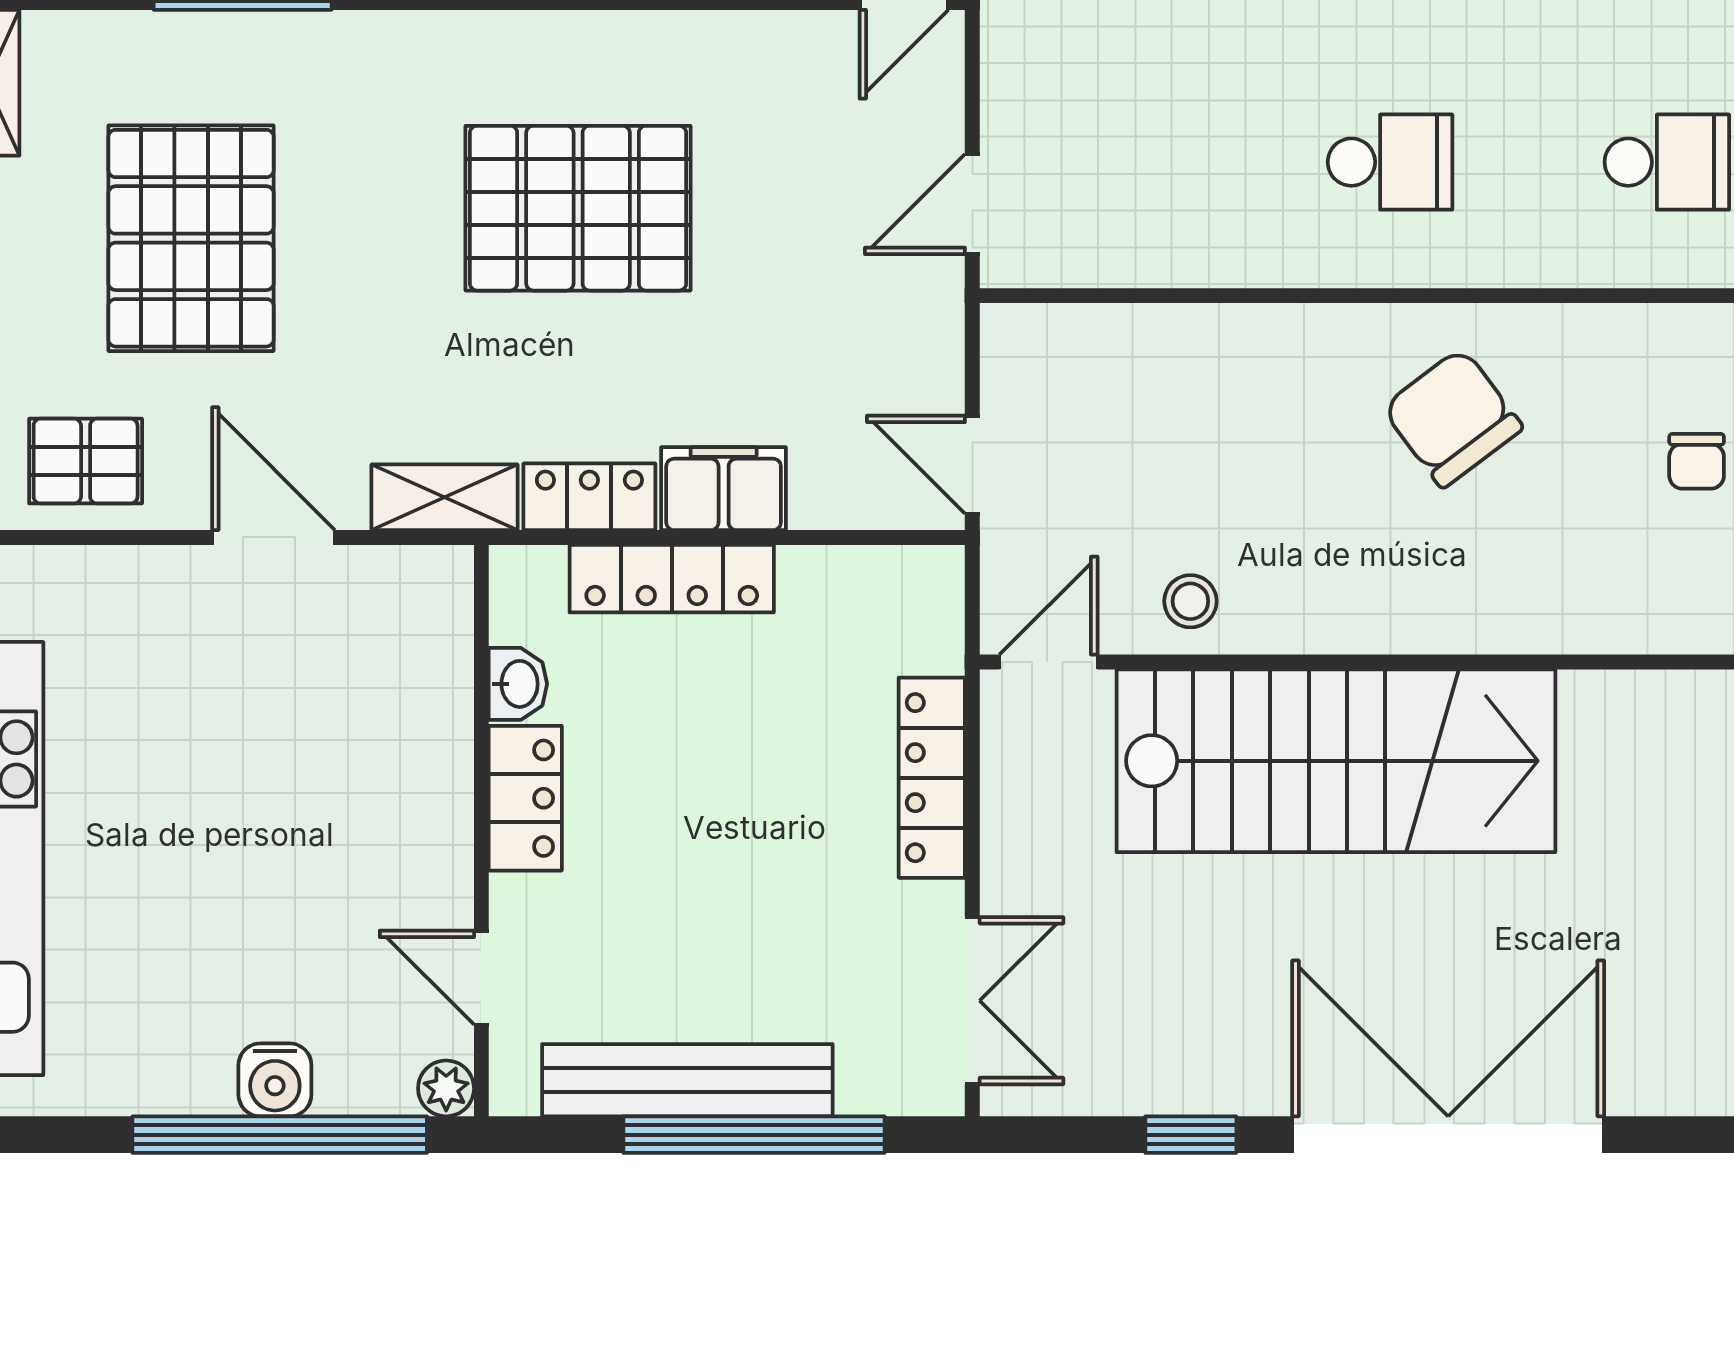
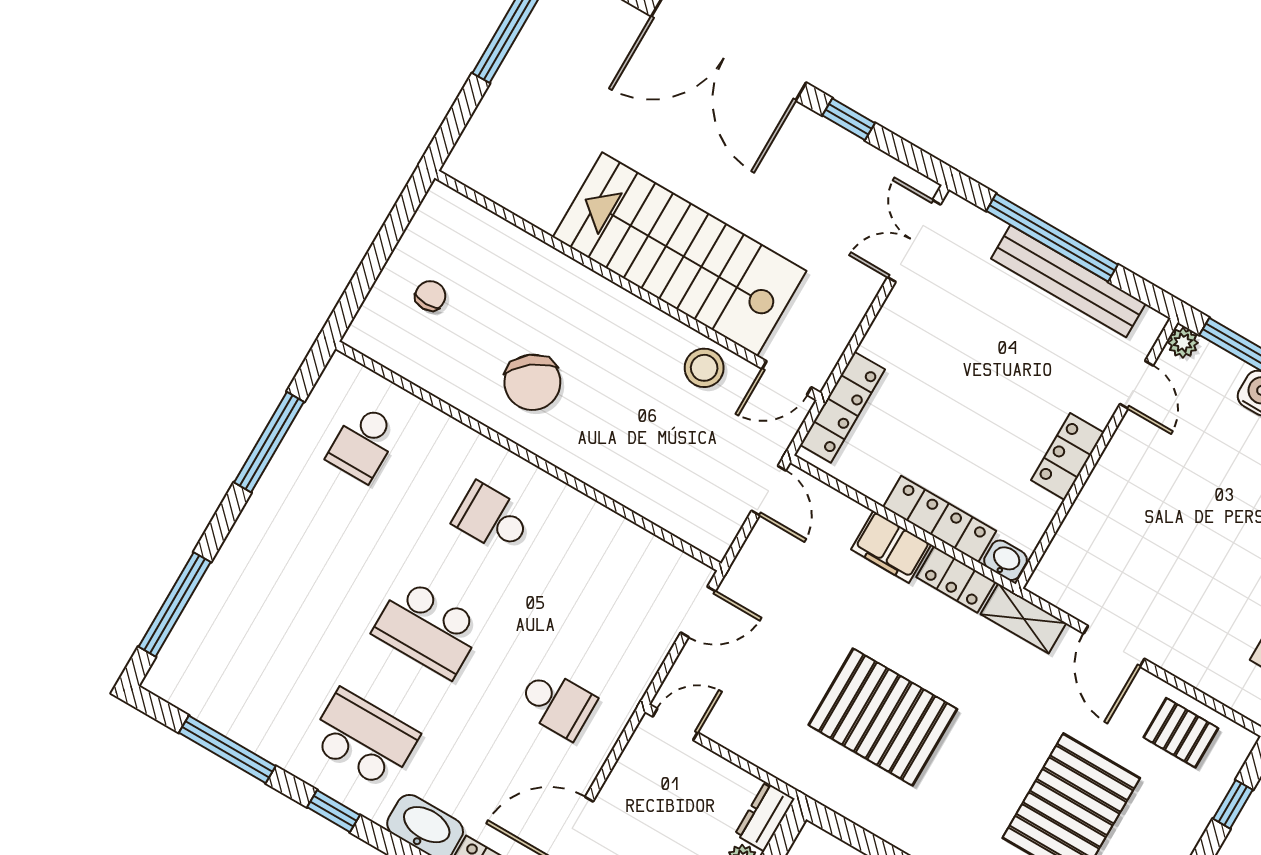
school desk: (1667, 162) -> (363, 443), turned -90
stool: (1190, 601) -> (704, 368), width x1.37, depth x1.37
washbasin: (518, 684) -> (1005, 560), moved, turned 90
locker: (932, 778) -> (843, 407), moved

